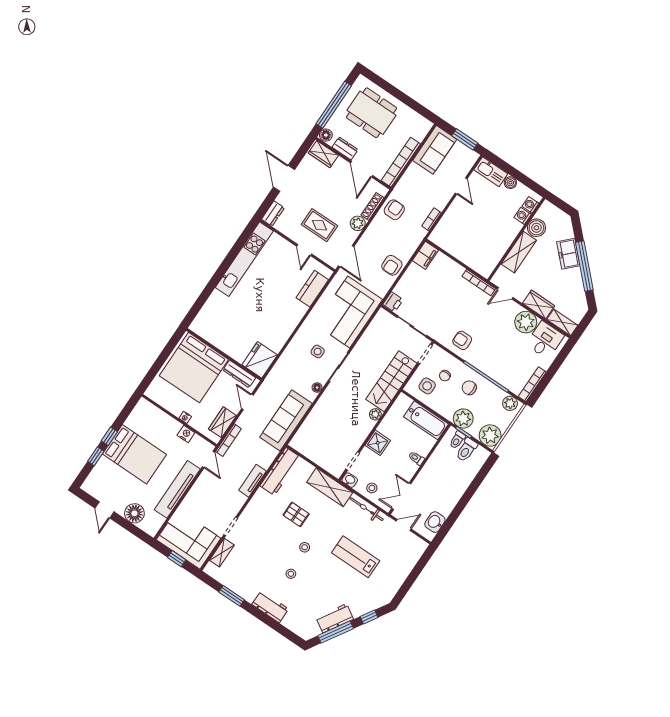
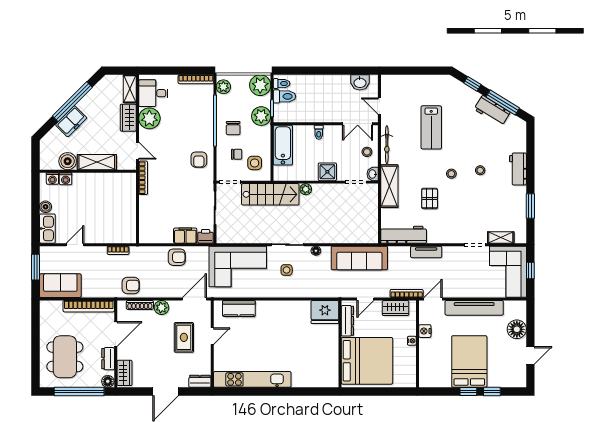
armchair: (394, 210) -> (131, 286), turned 180
filing cabinet: (425, 255) -> (185, 236), moved
toilet: (457, 440) -> (282, 84), moved

